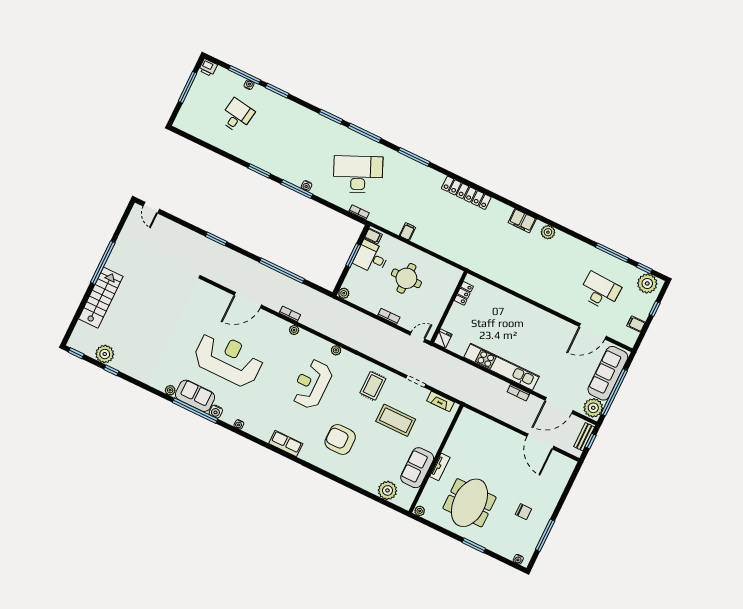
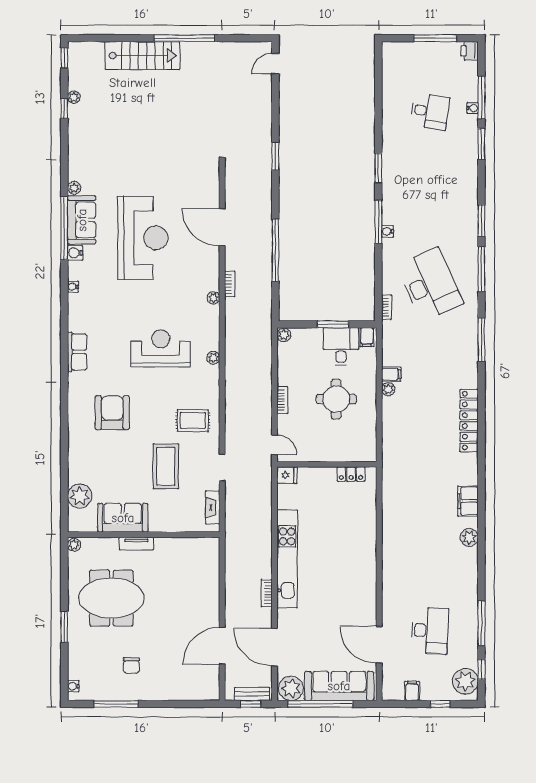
plant: (417, 239) -> (388, 389), added
plant: (105, 354) -> (74, 97), width x0.53, depth x0.53

